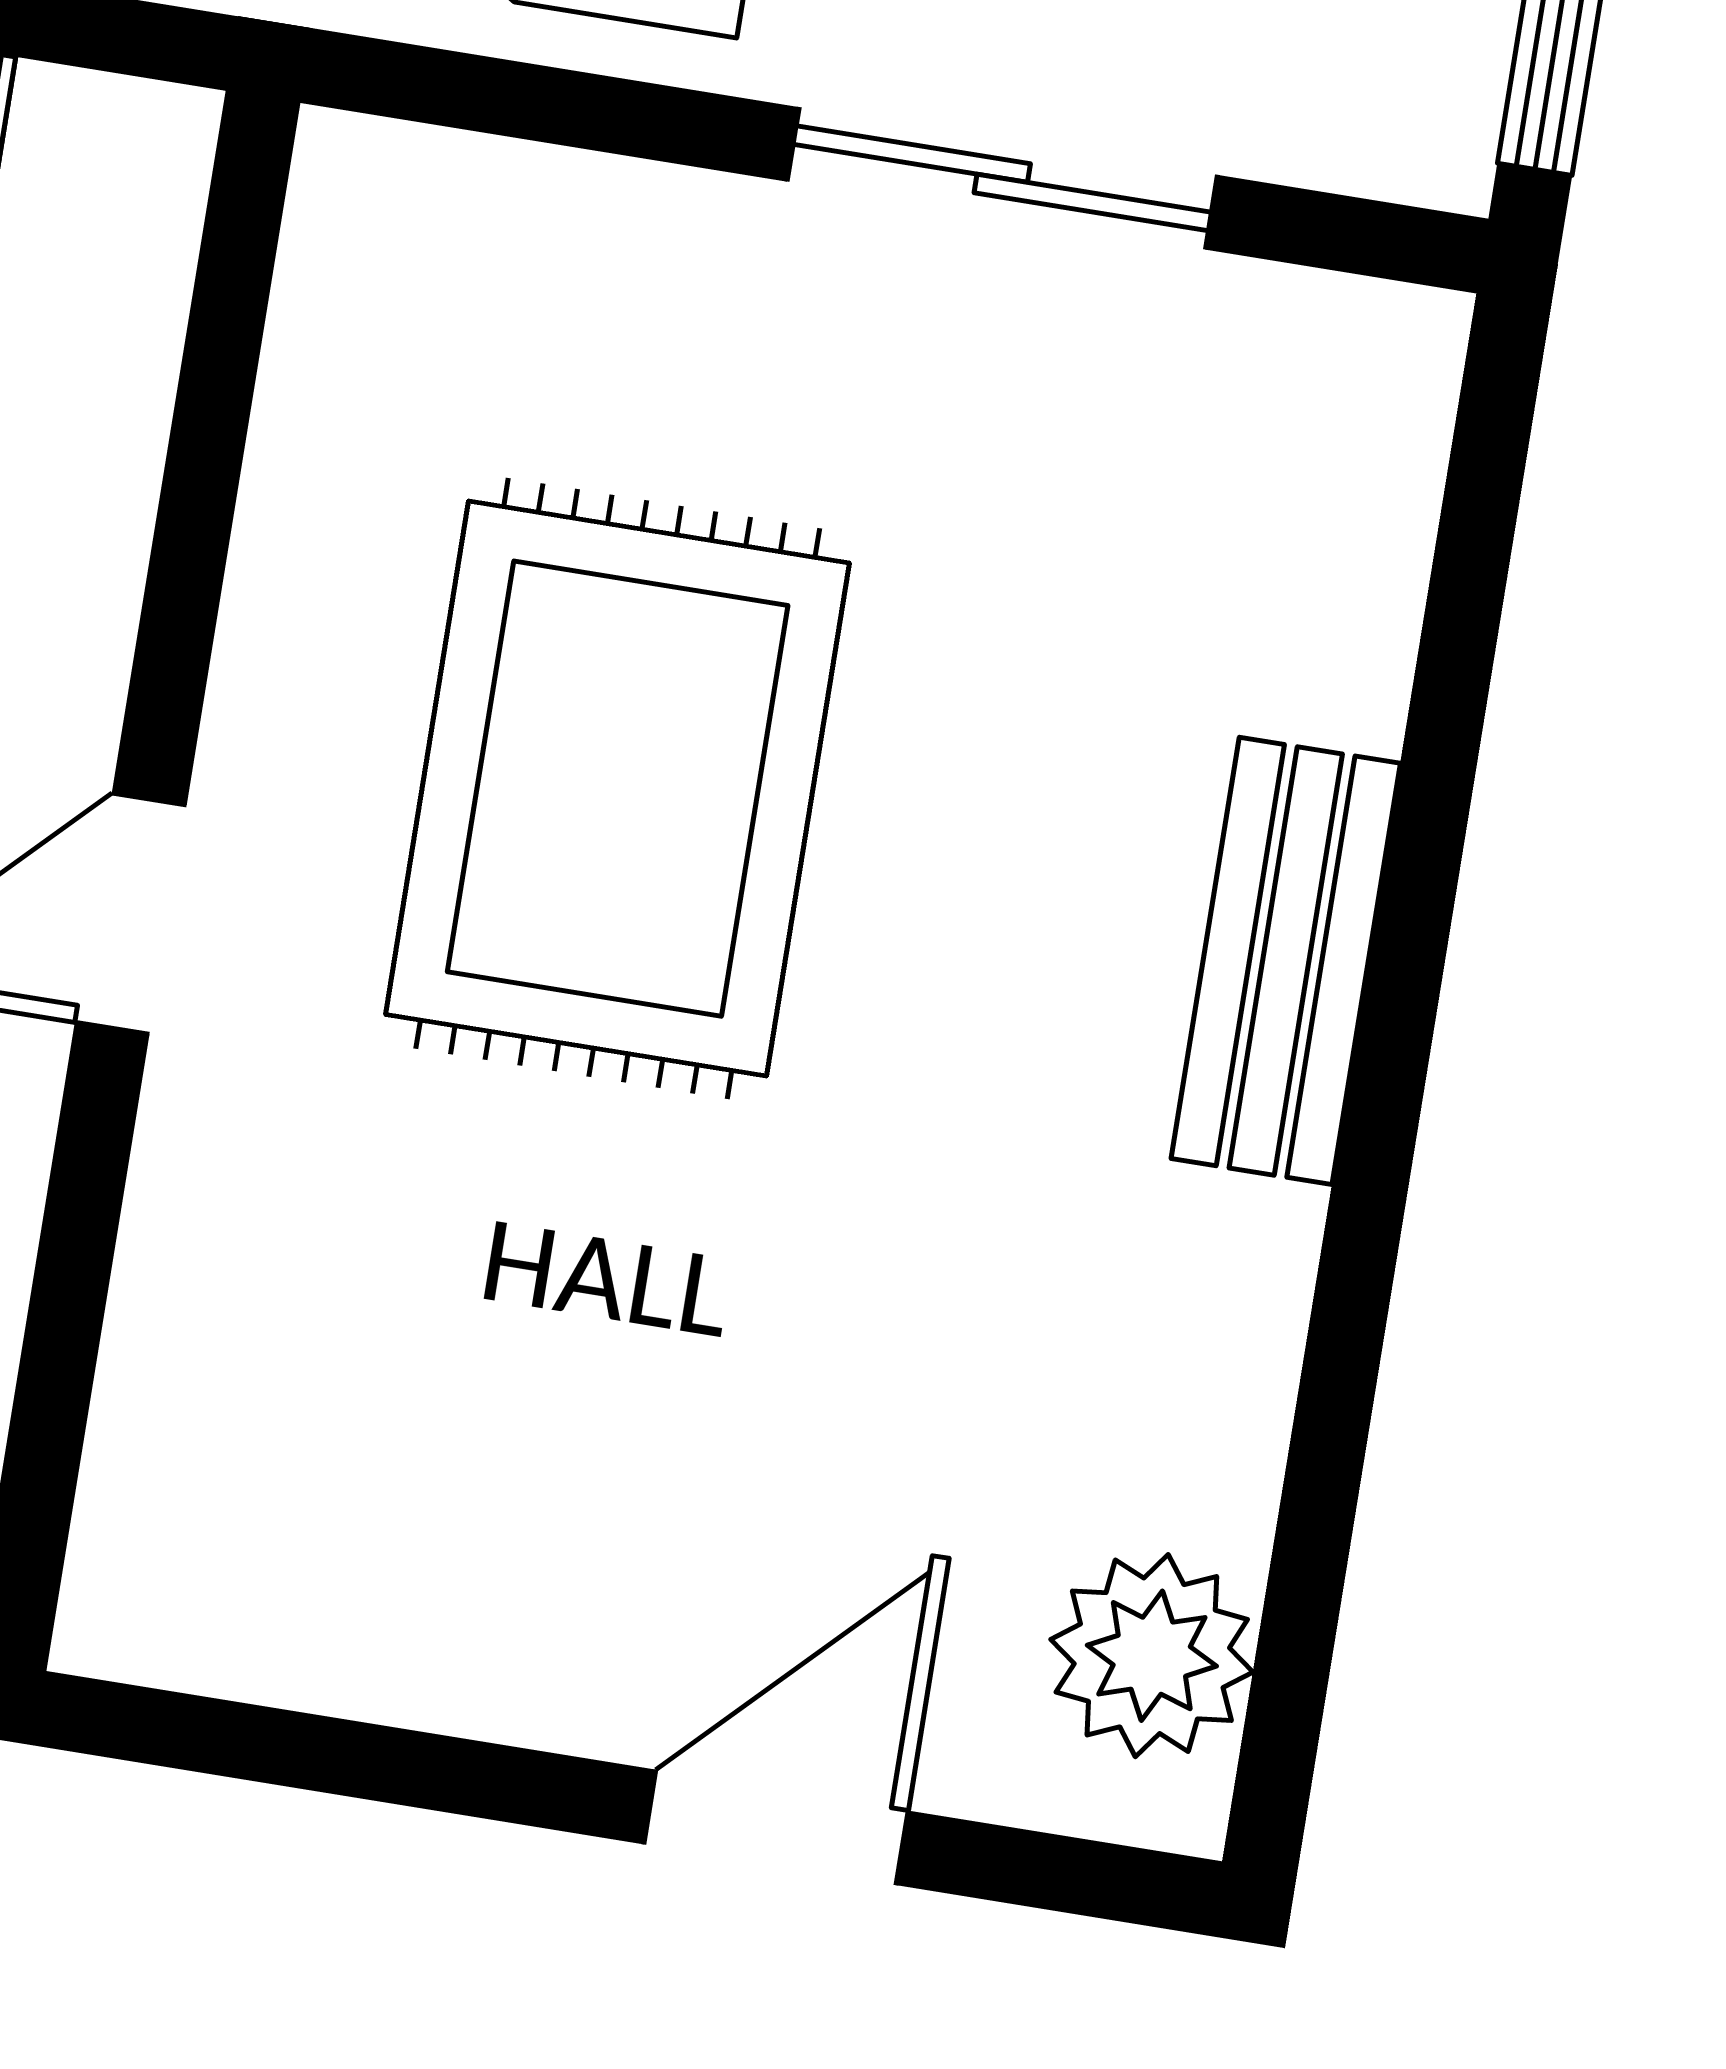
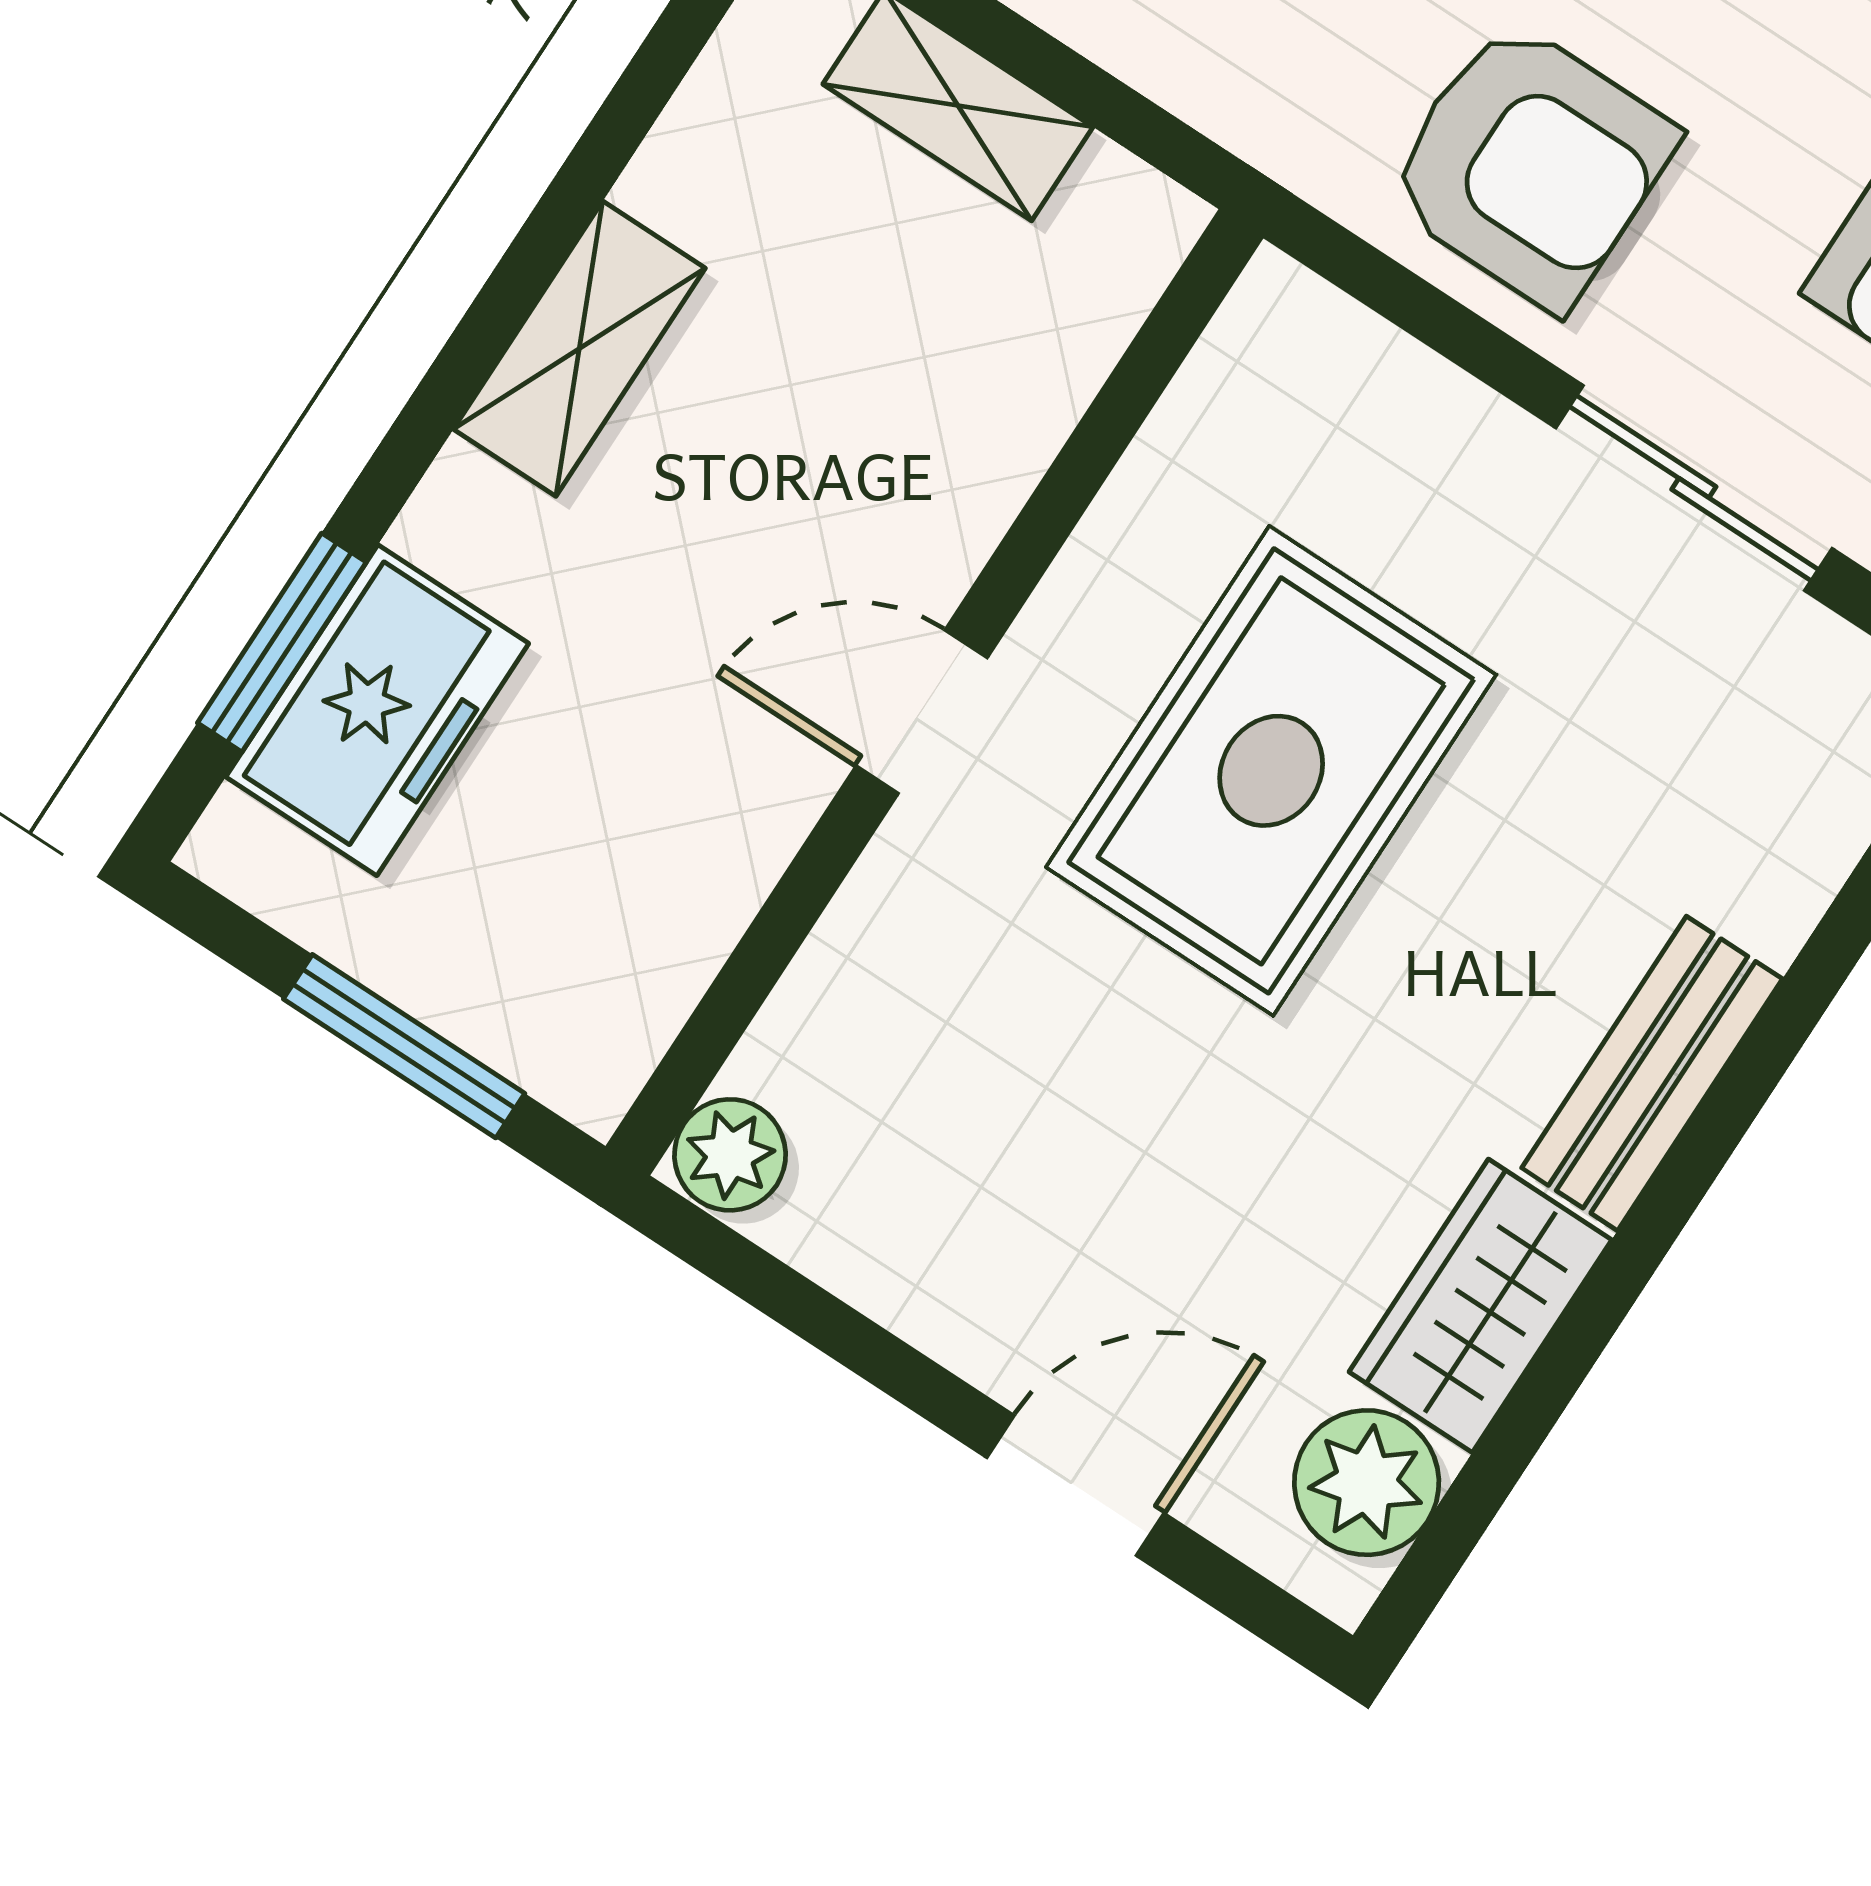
wardrobe: (1197, 1361) -> (1480, 1306), added
plant: (138, 1598) -> (730, 1155), added

